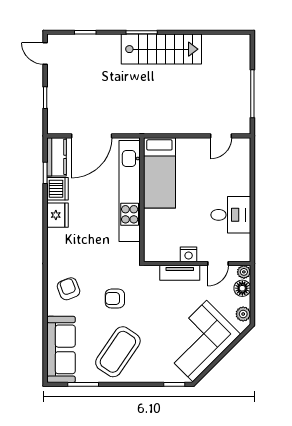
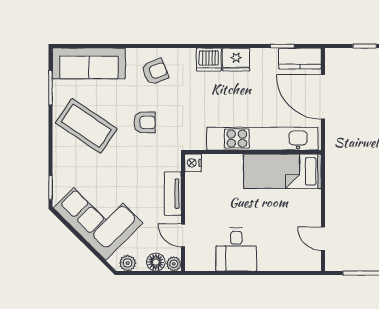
dishwasher: (57, 189) -> (209, 60), moved
nightstand: (189, 254) -> (193, 163), moved
armchair: (115, 299) -> (145, 122), turned 90

